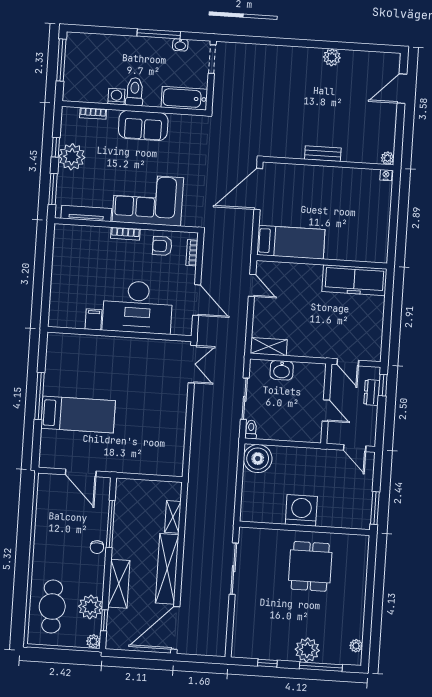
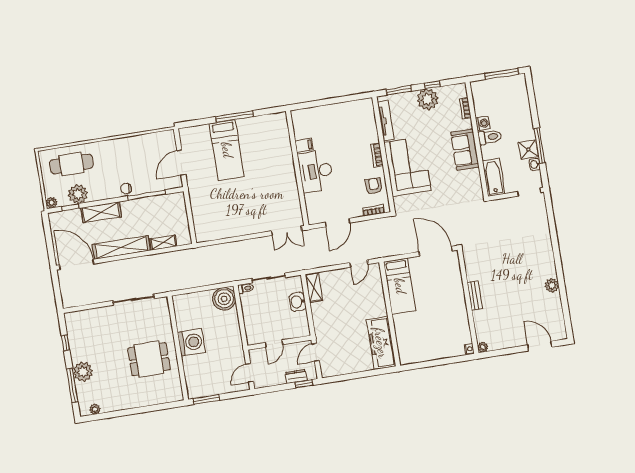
shower: (160, 48) -> (528, 149), added
desk: (138, 307) -> (316, 171), width x0.73, depth x0.77

